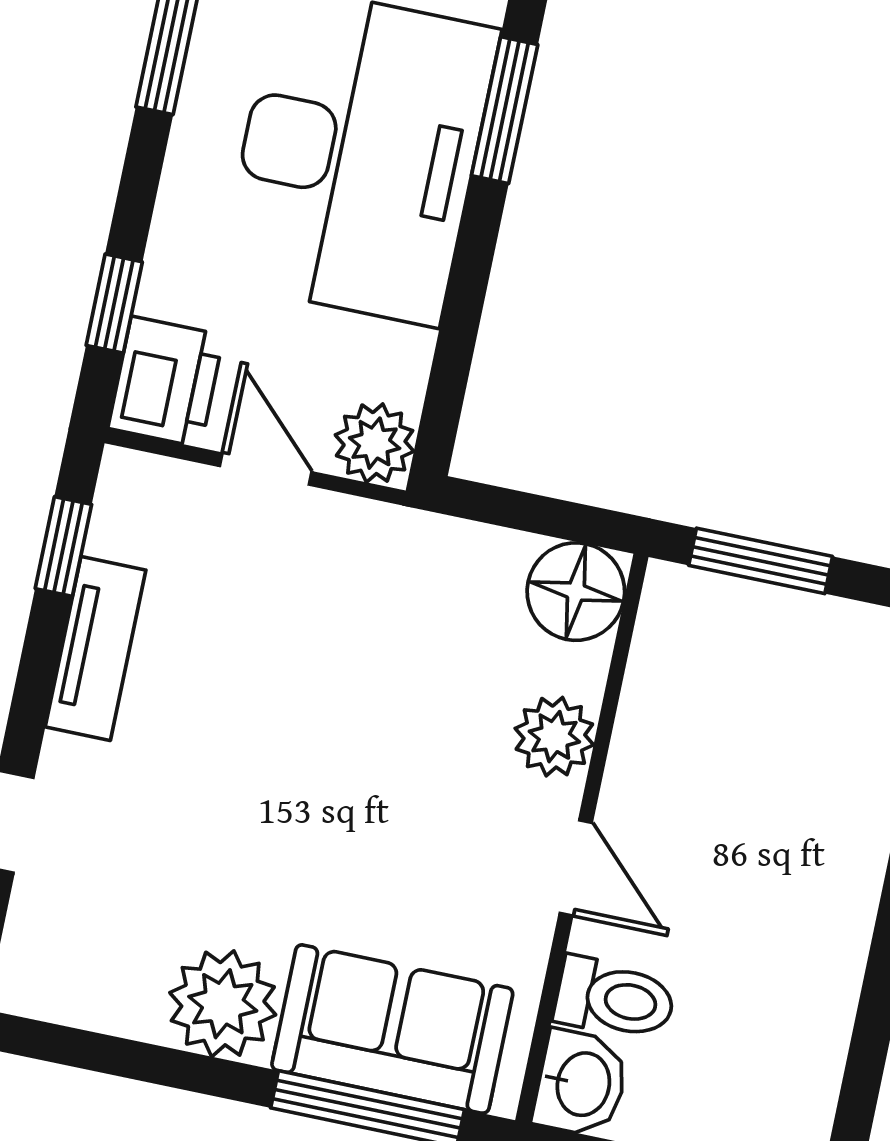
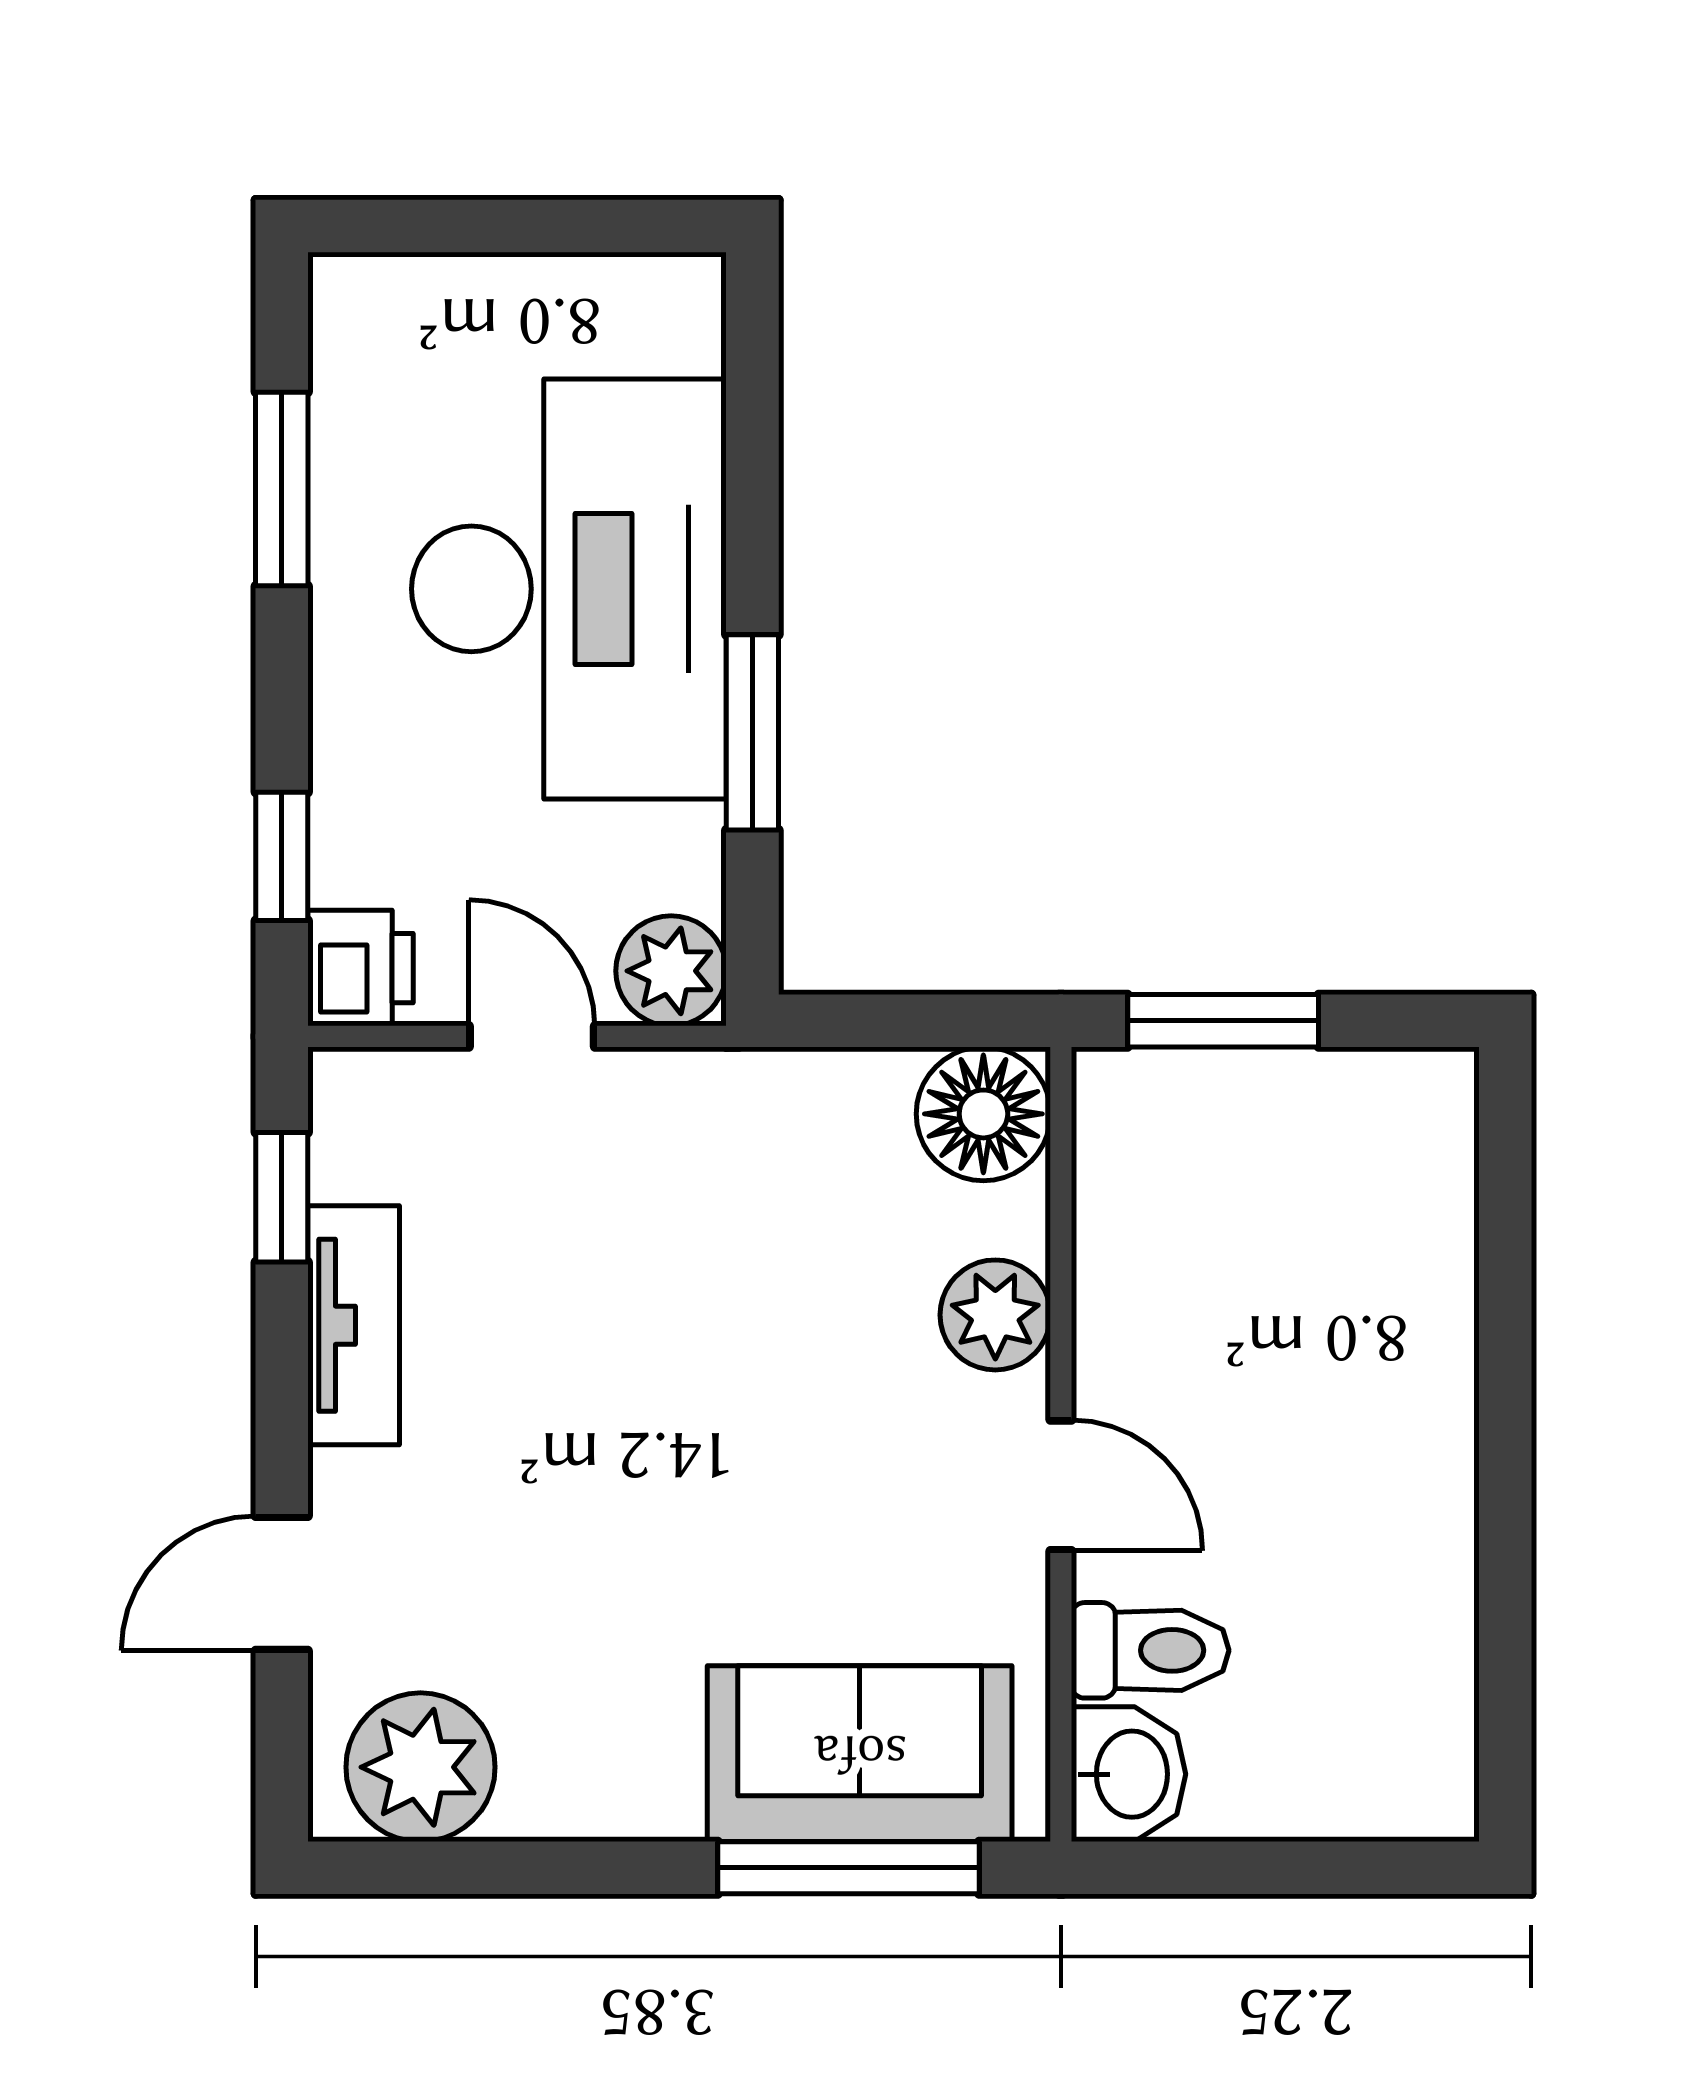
window: (505, 110) -> (752, 732), moved
printer: (166, 382) -> (361, 968), width x0.73, depth x0.81
plant: (223, 1004) -> (421, 1767), moved

